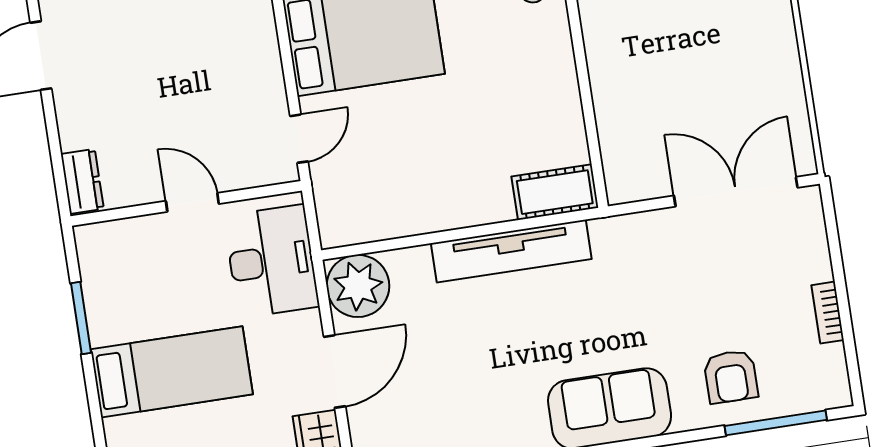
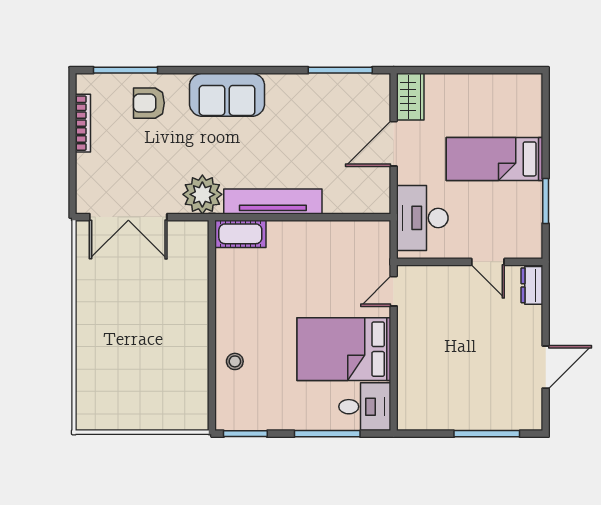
door: (192, 202) -> (488, 262), moved
plant: (358, 286) -> (202, 194), moved
bookcase: (828, 313) -> (83, 123), width x1.56
armchair: (731, 377) -> (149, 103), turned -90

